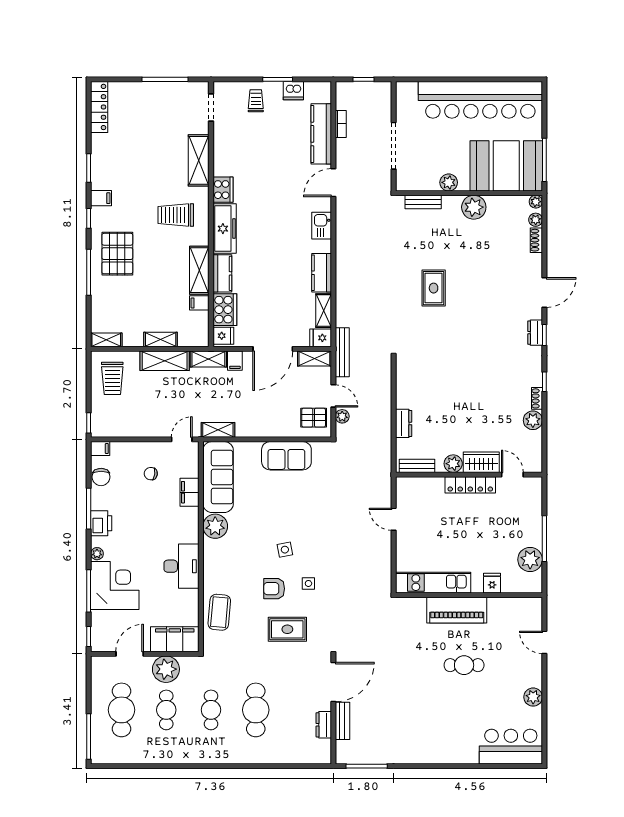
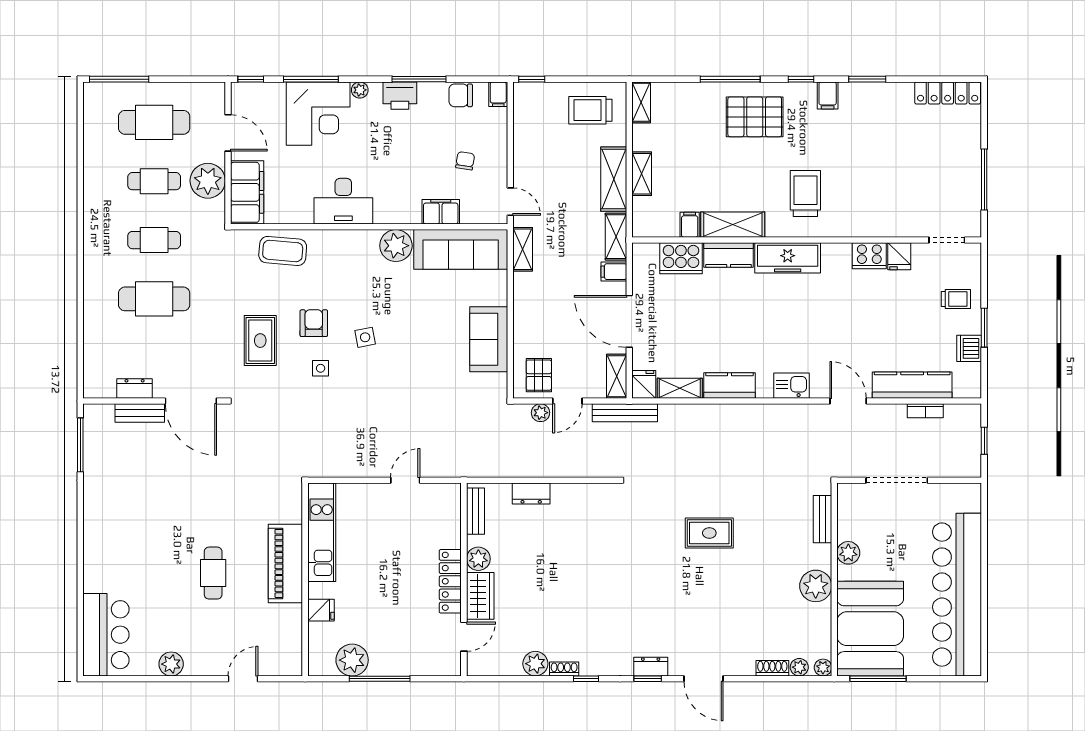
shelving: (199, 160) -> (877, 224), removed
cooker: (223, 190) -> (869, 256), moved
fridge: (223, 336) -> (899, 256), moved

